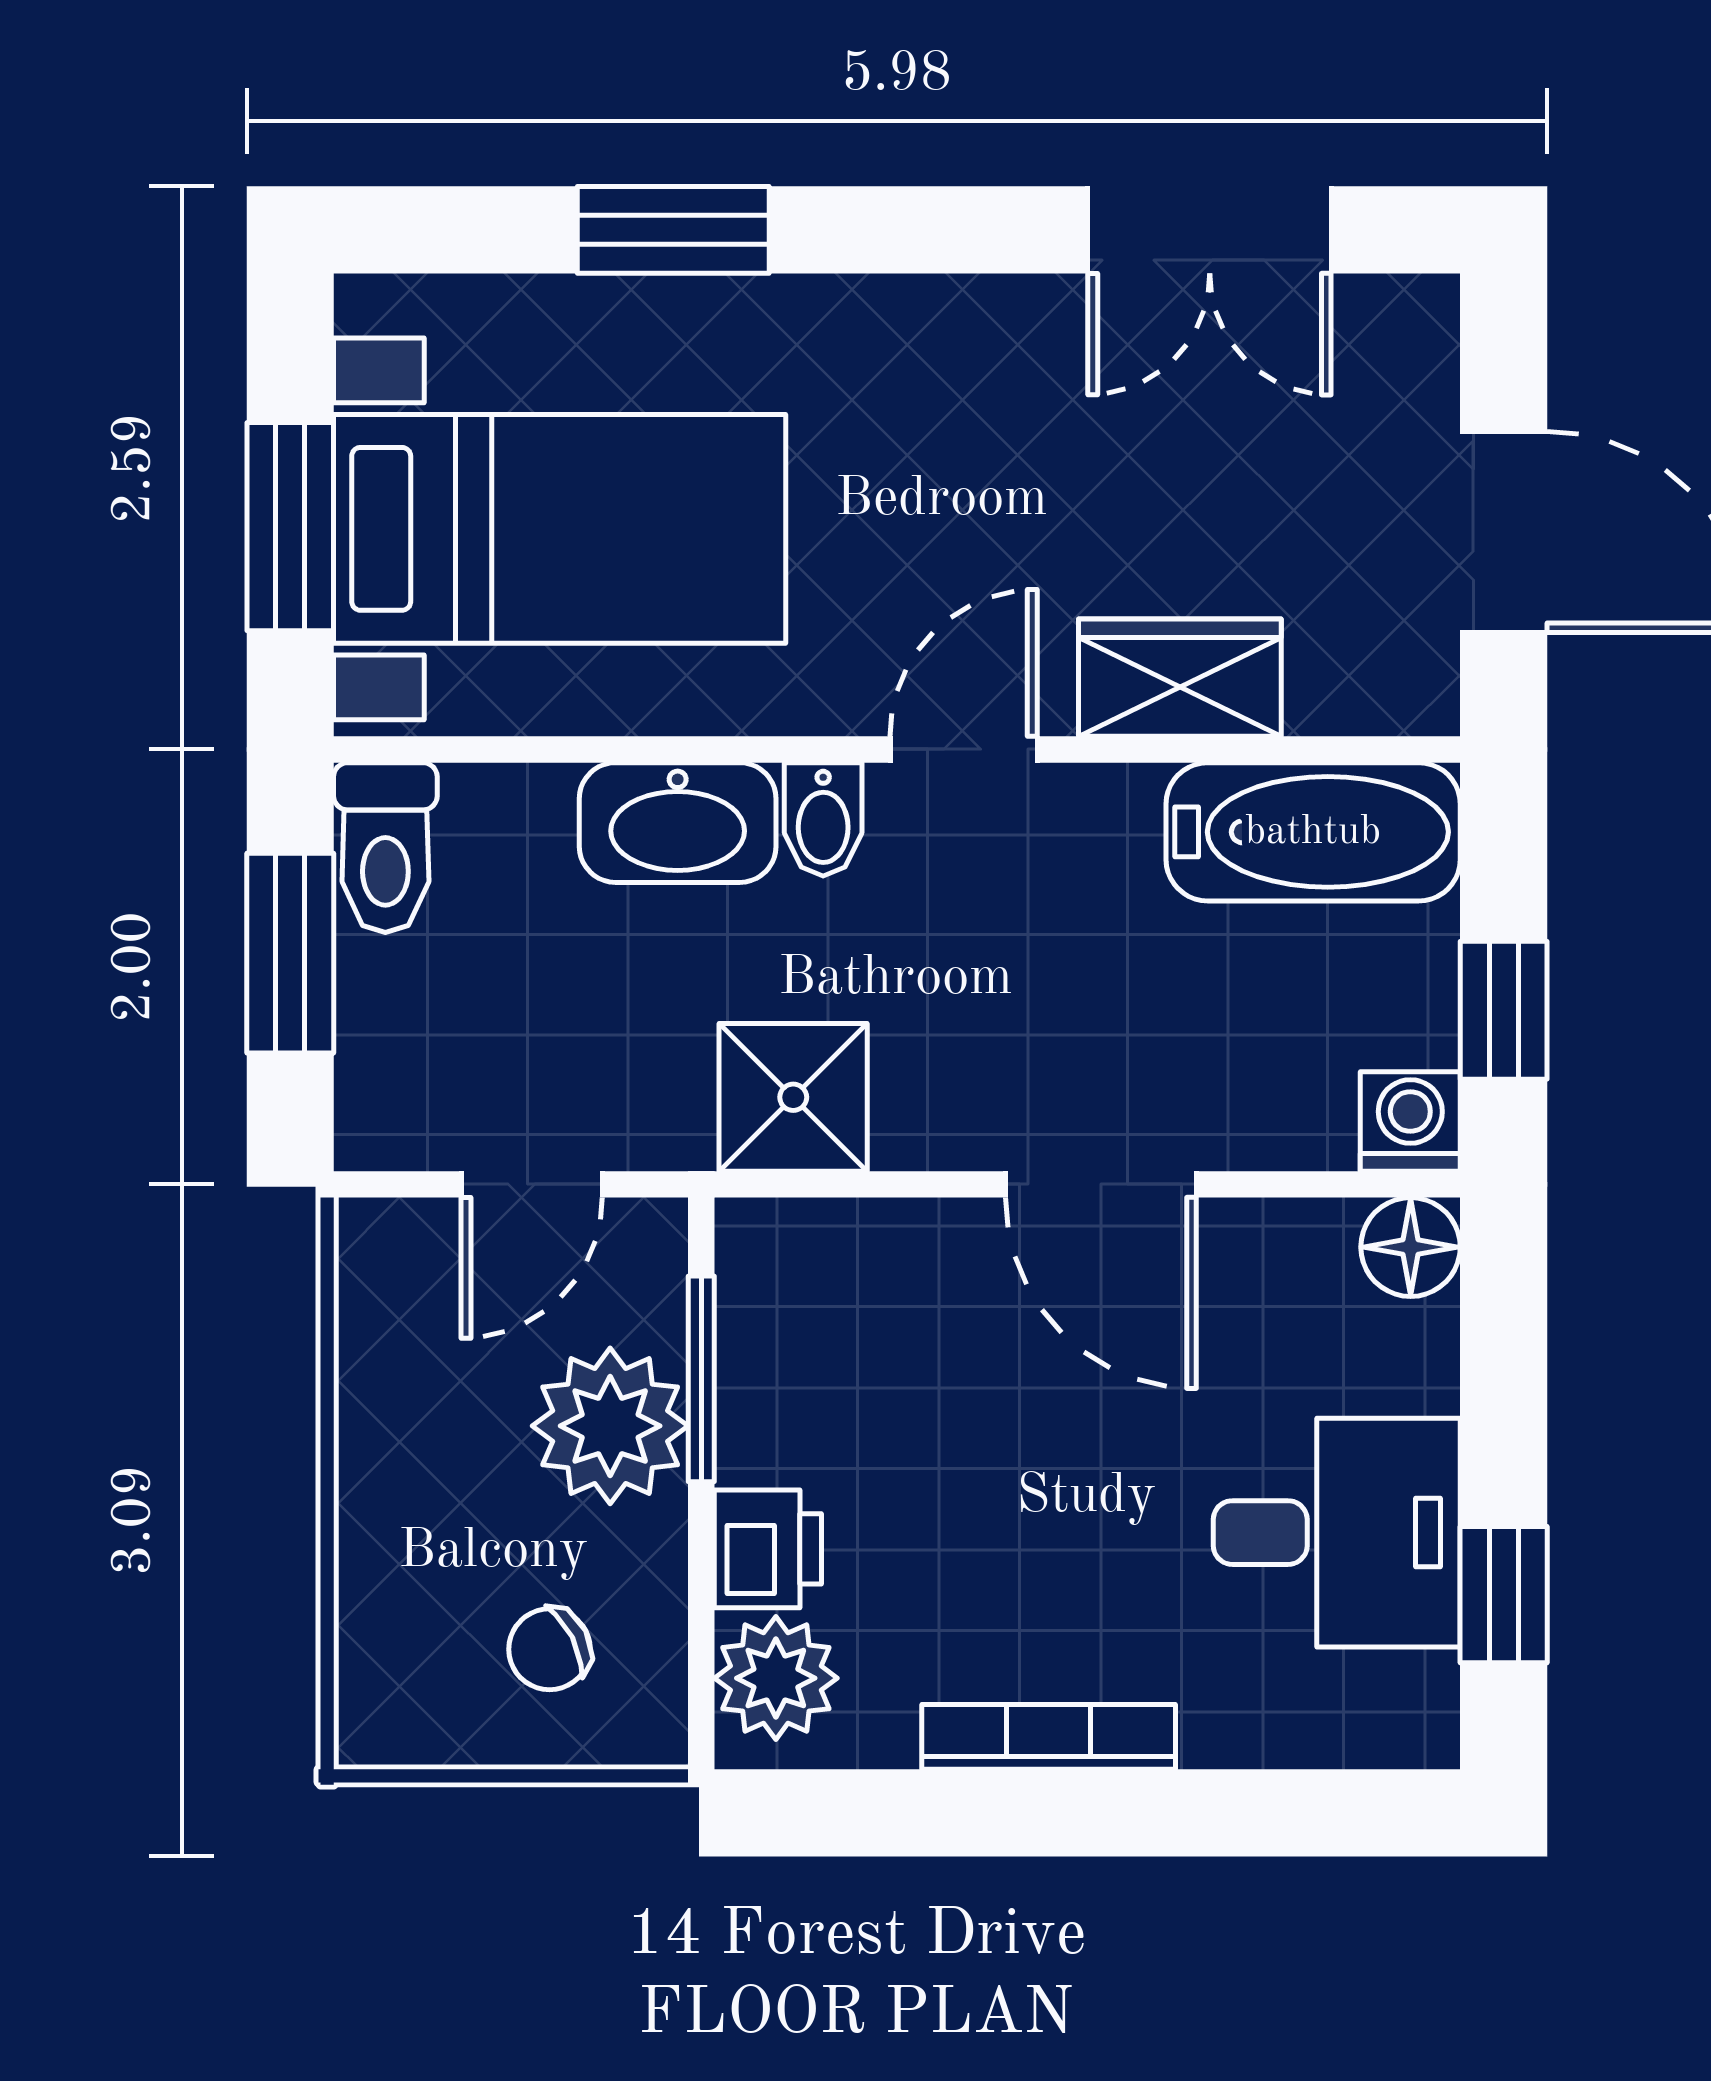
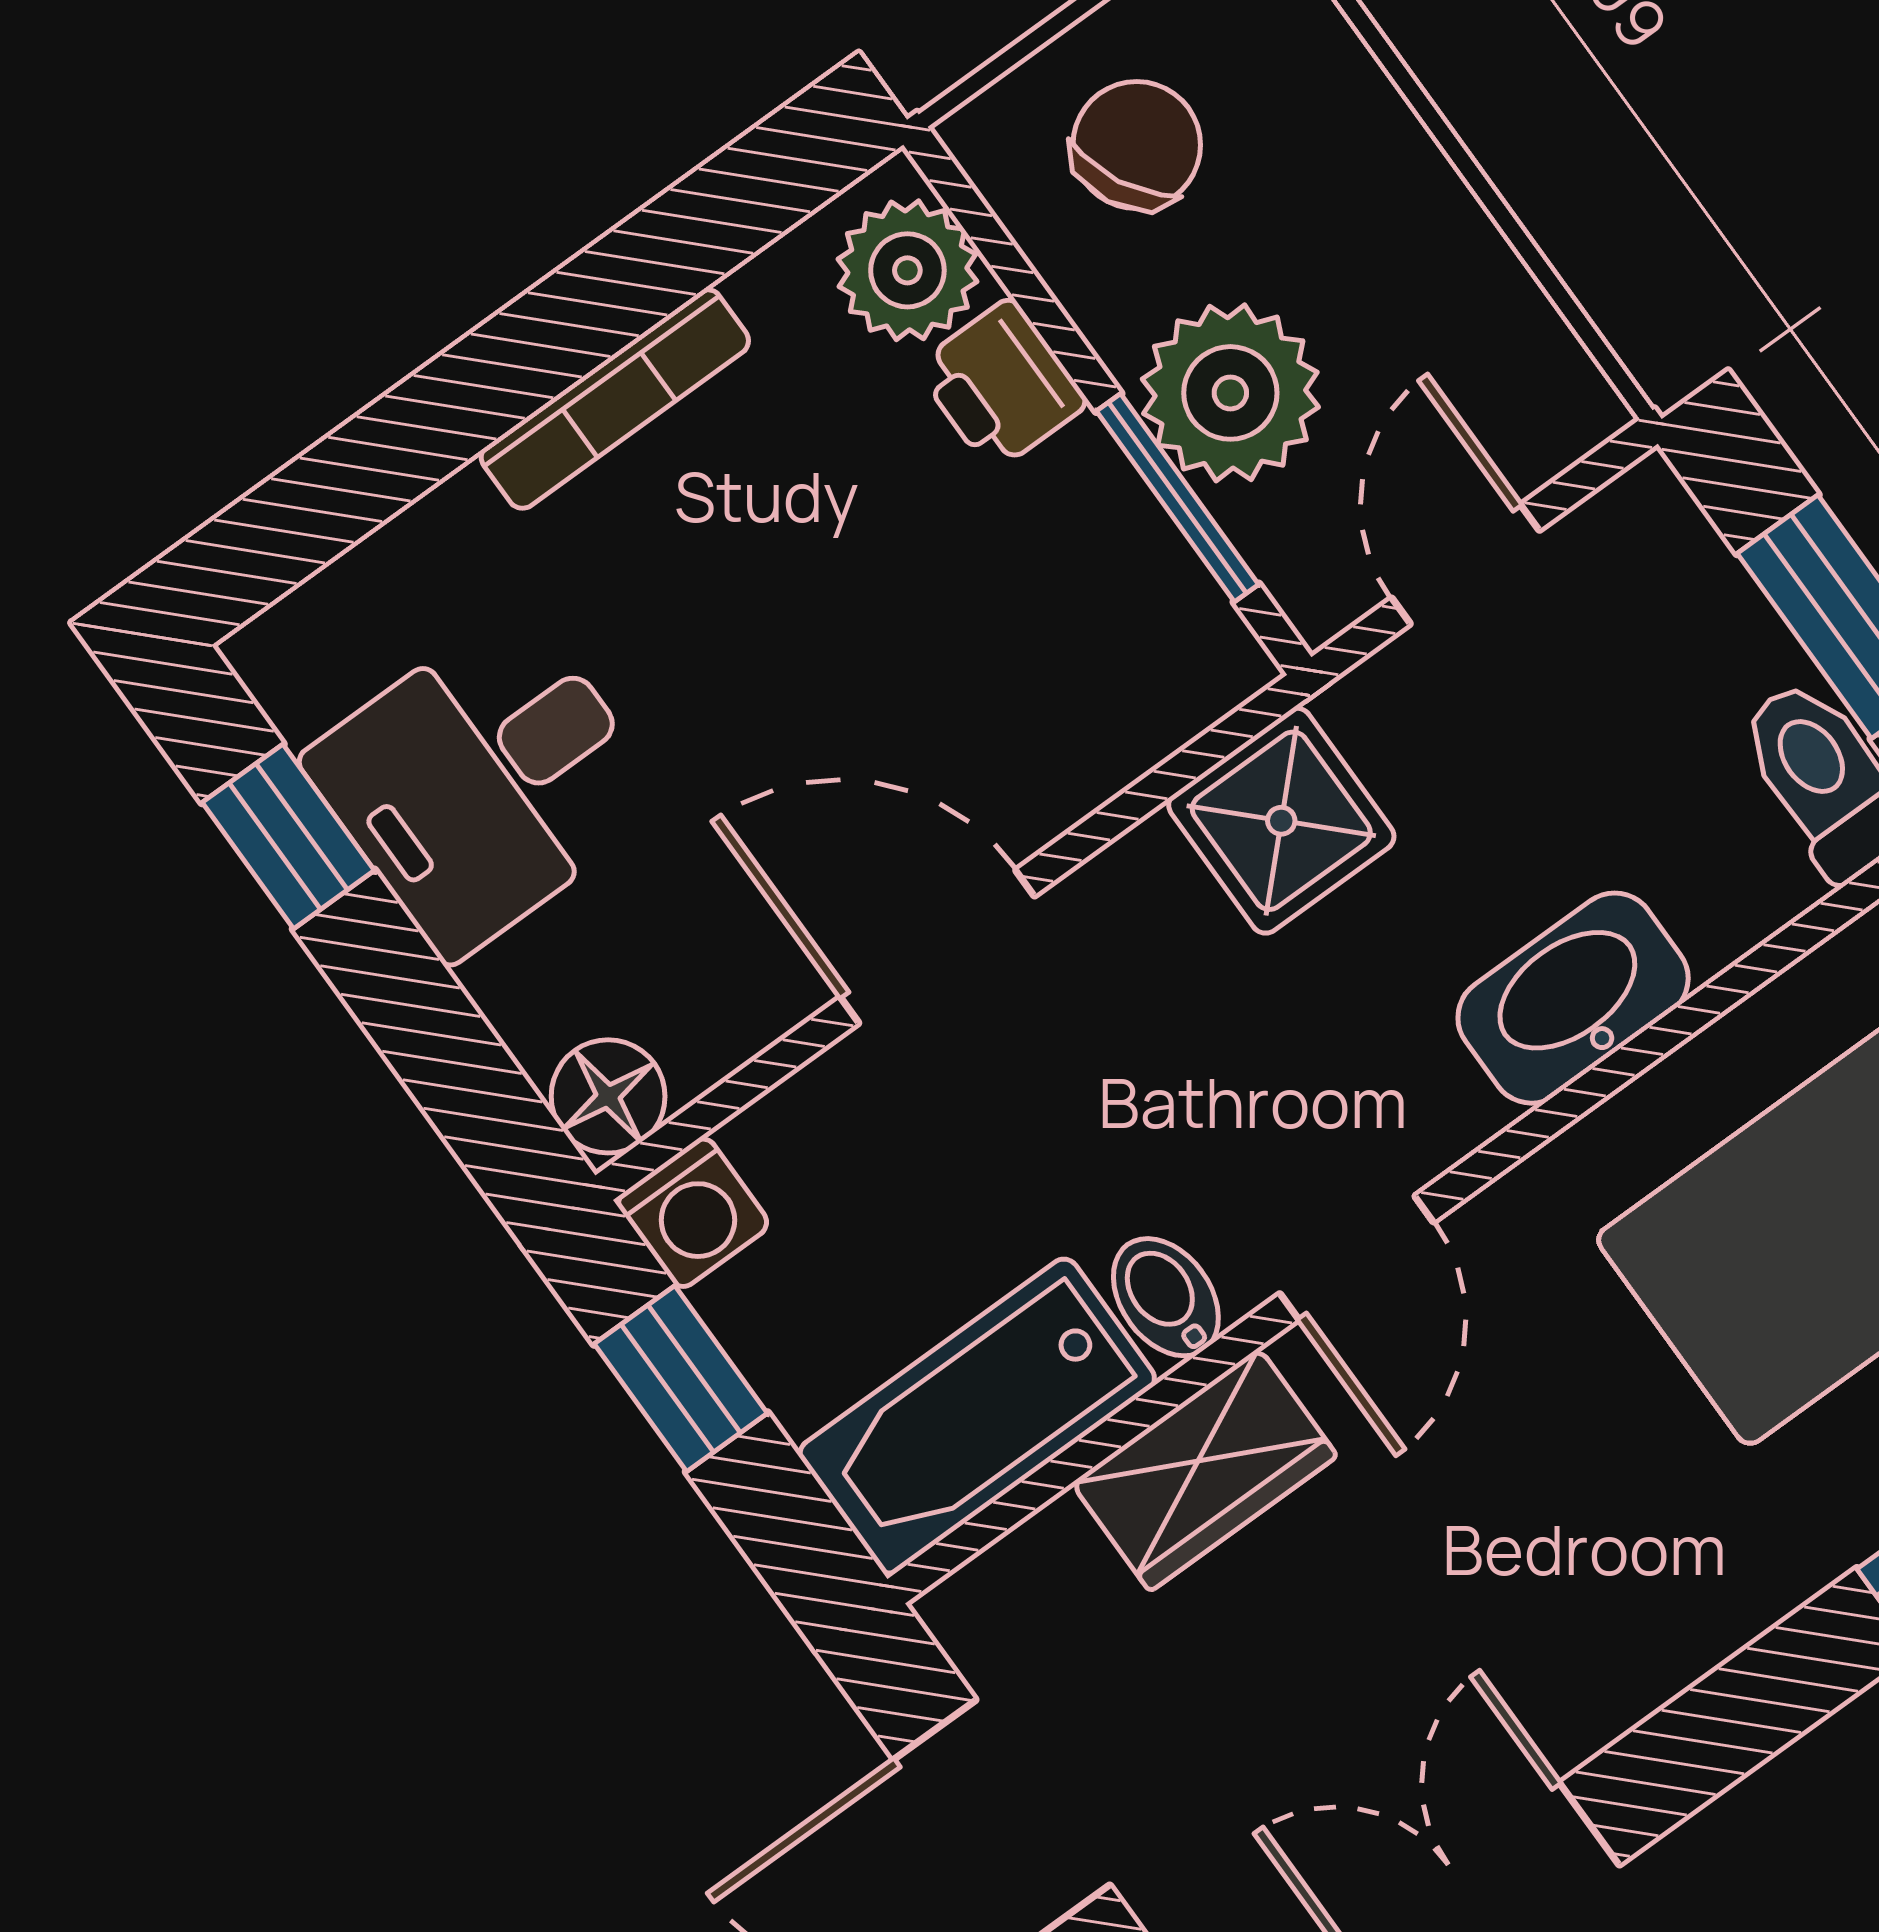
bidet: (823, 819) -> (1166, 1297), moved
chair: (550, 1649) -> (1137, 145), width x1.37, depth x1.37

